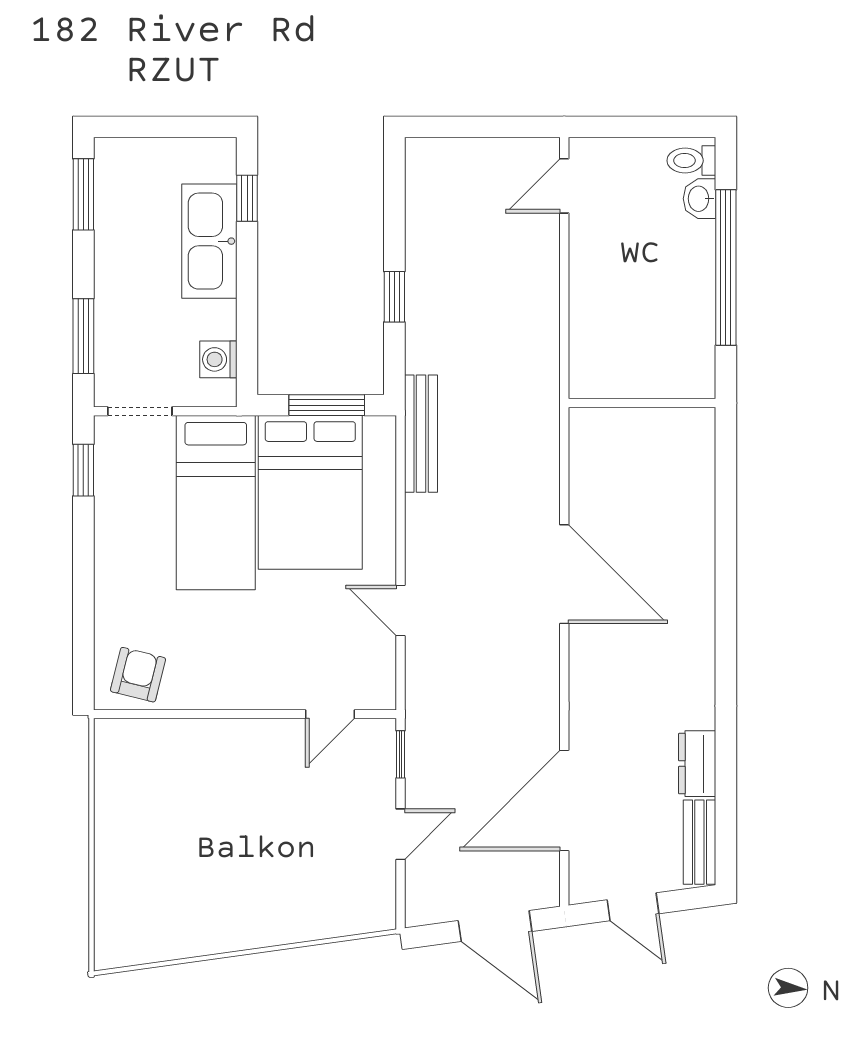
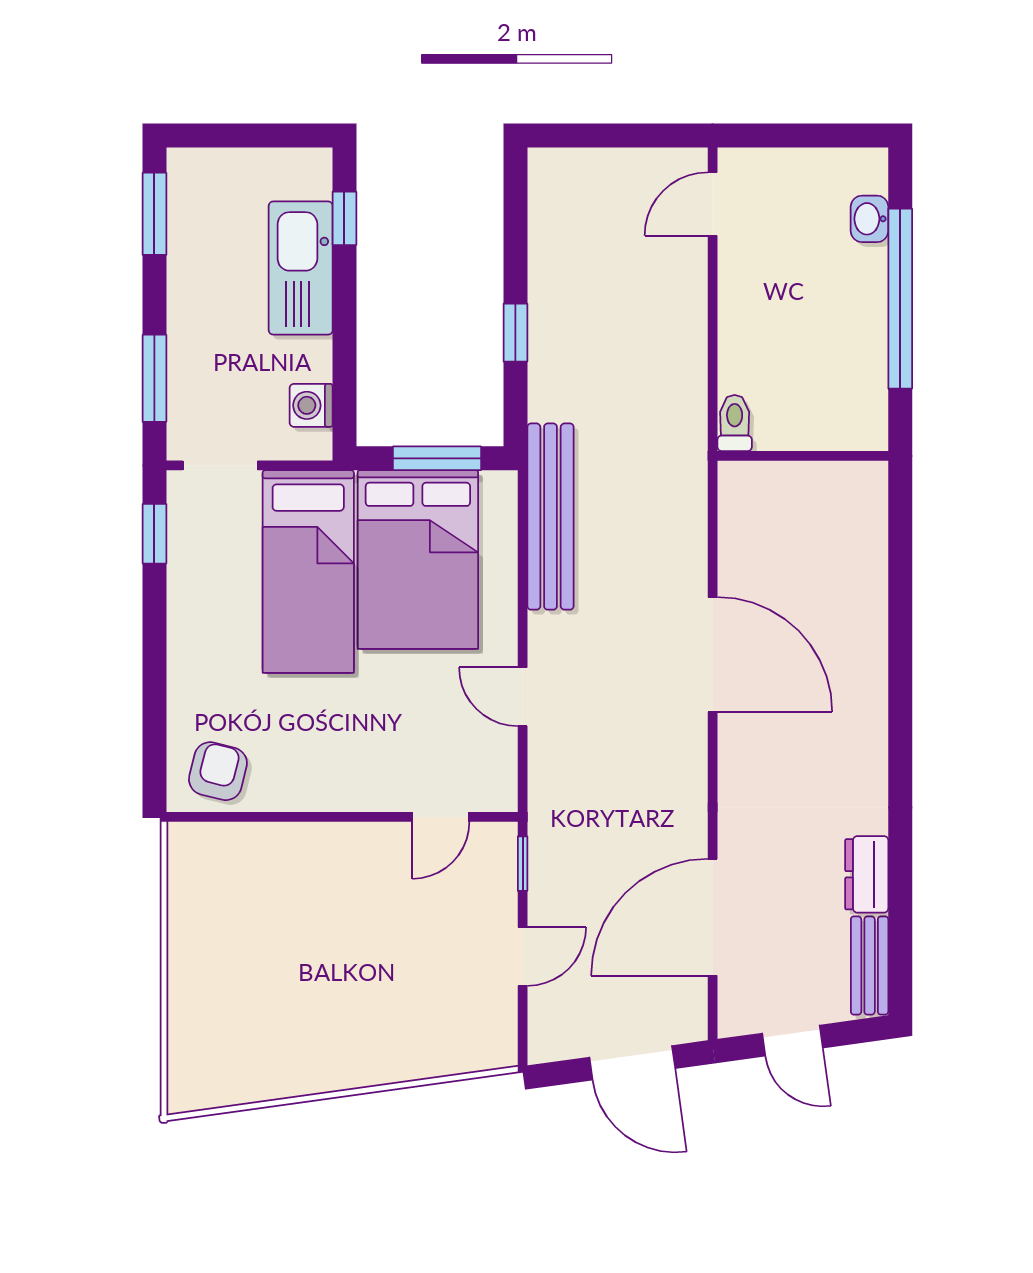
toilet: (691, 161) -> (735, 423), moved, turned 90
bench: (421, 434) -> (551, 517), width x1.37, depth x1.21

